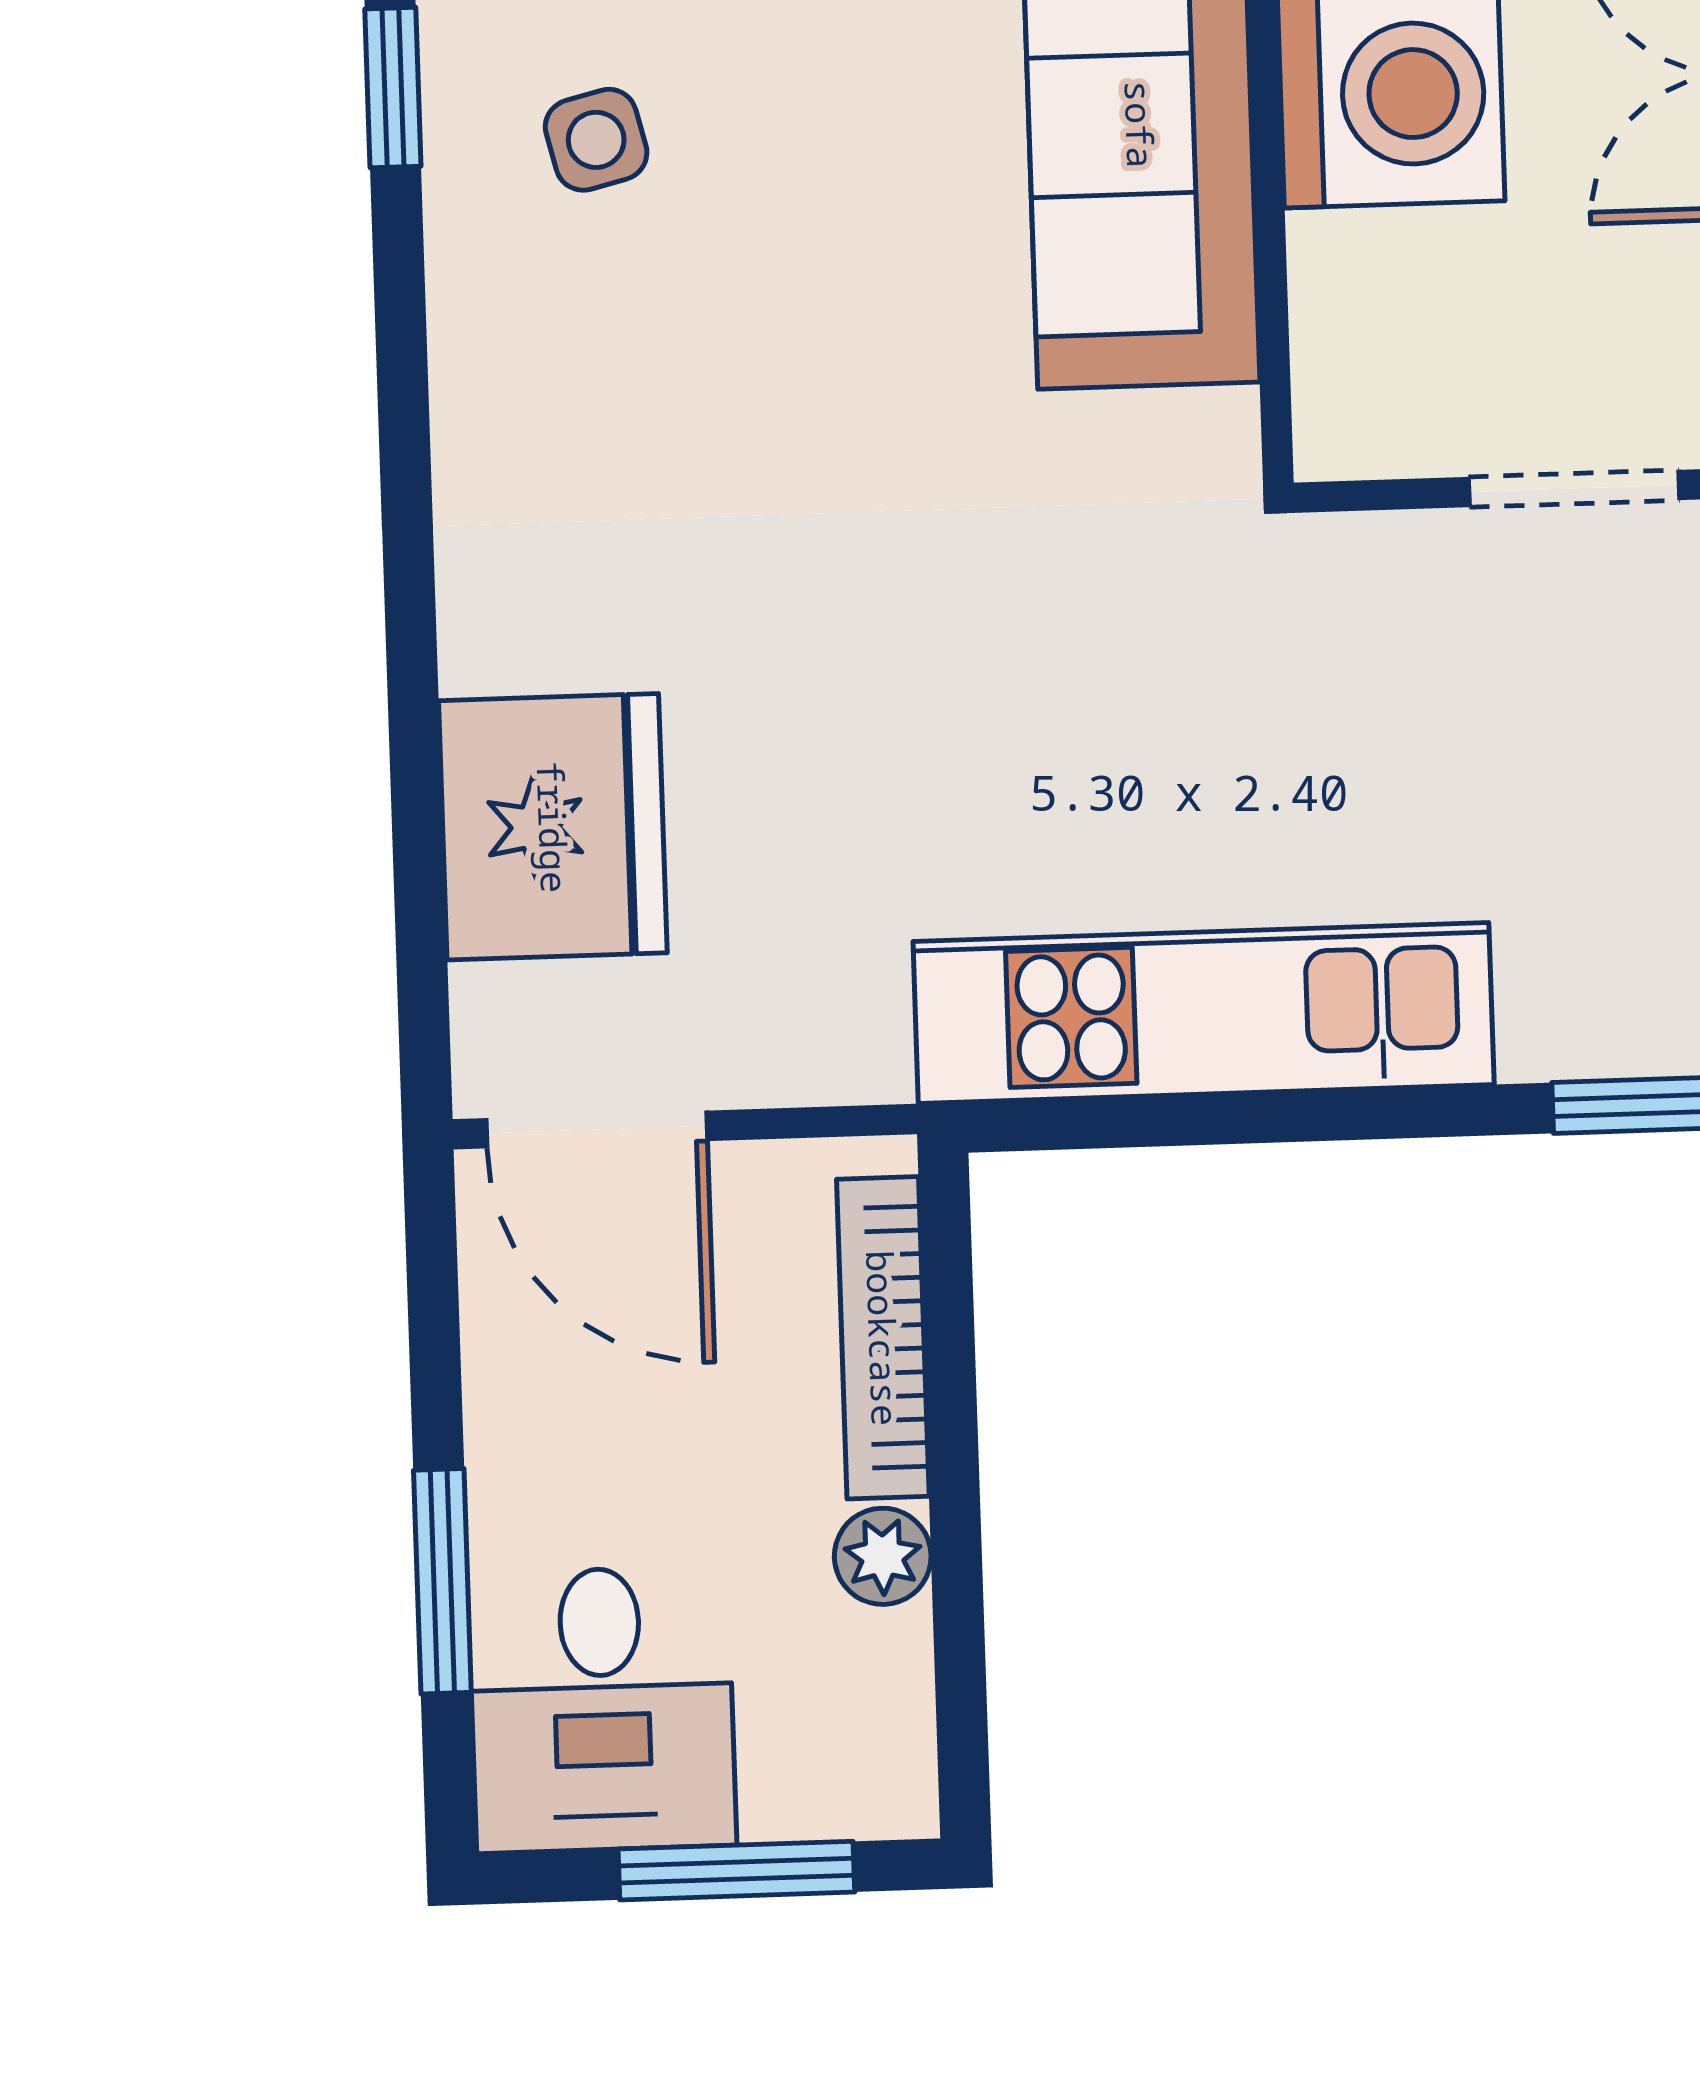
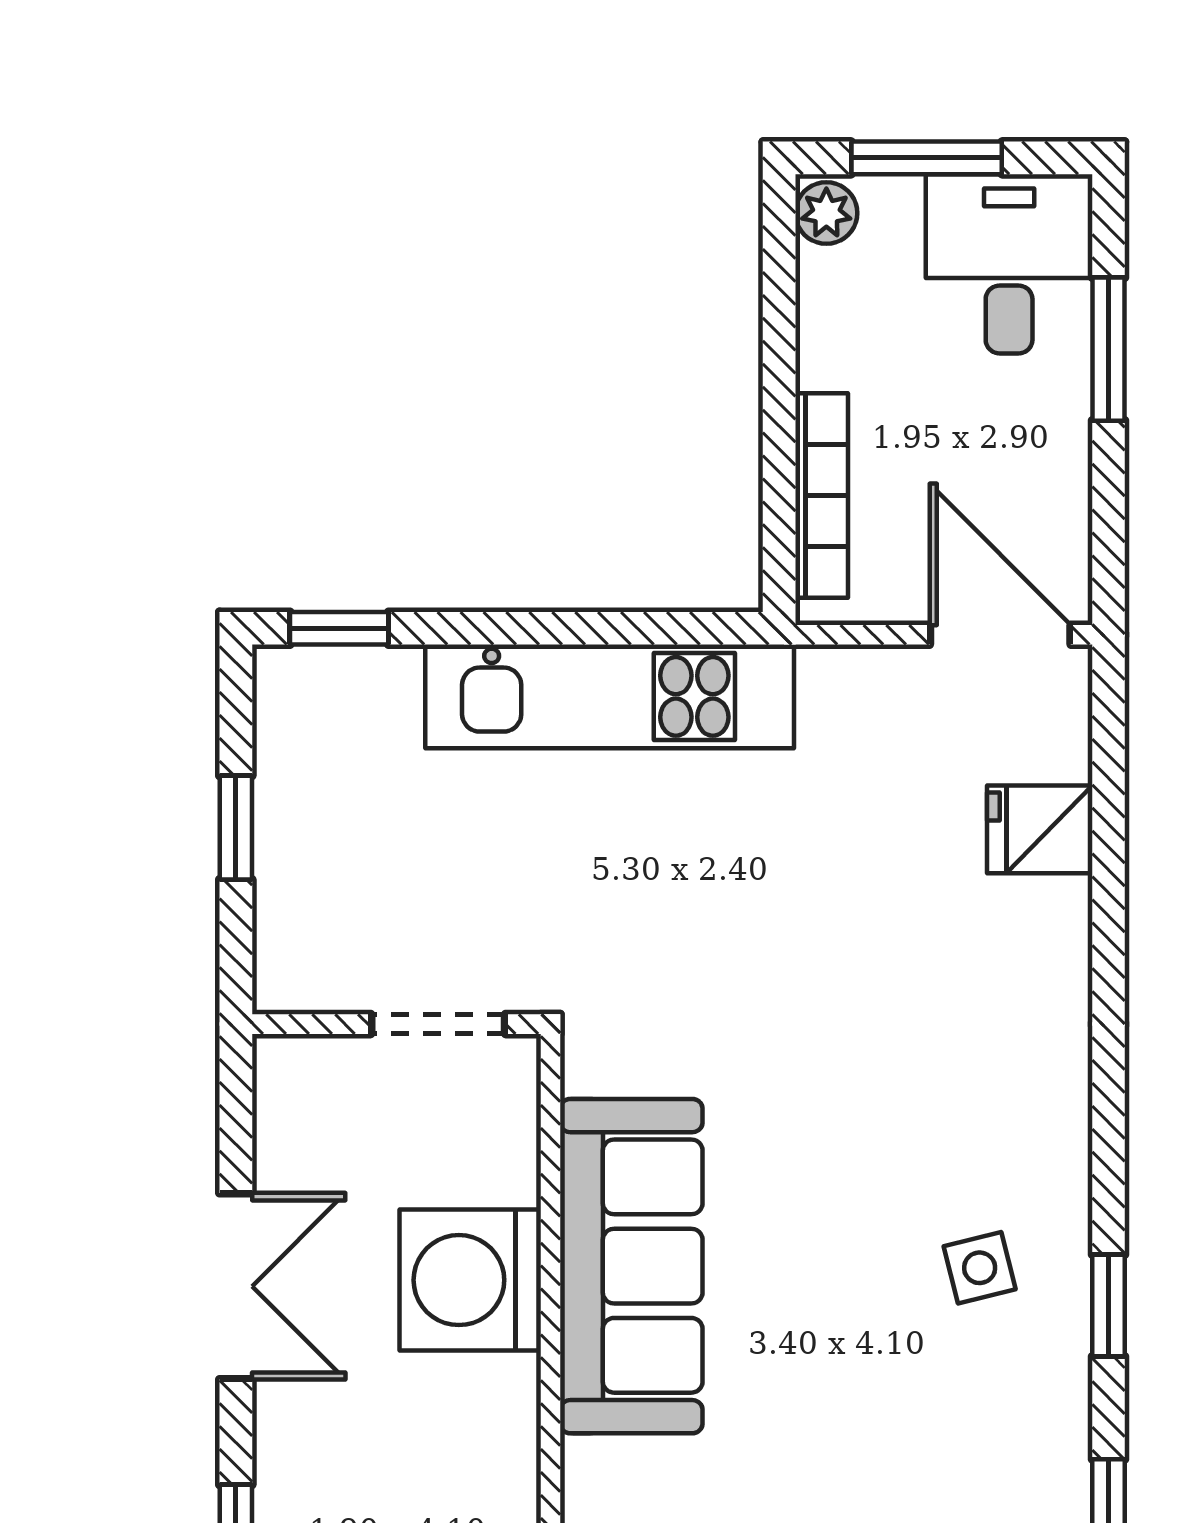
doorway: (1574, 488) -> (438, 1024), moved
fridge: (553, 827) -> (1040, 829), width x0.53, depth x0.75
plant: (883, 1556) -> (826, 213), moved

